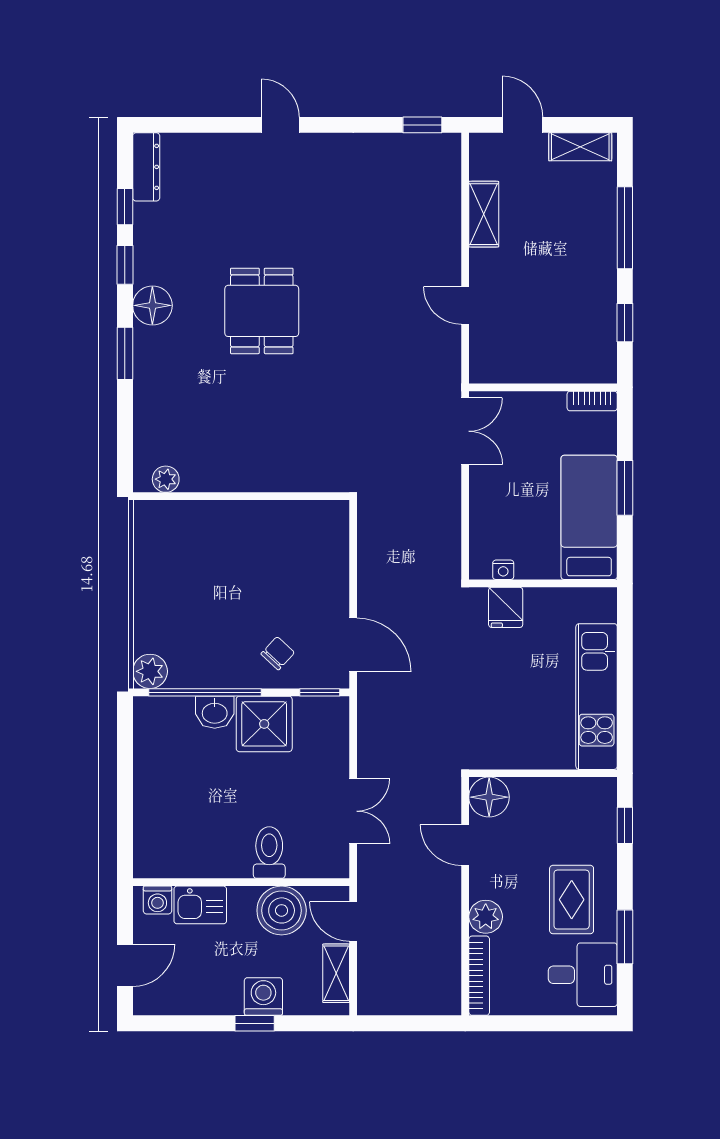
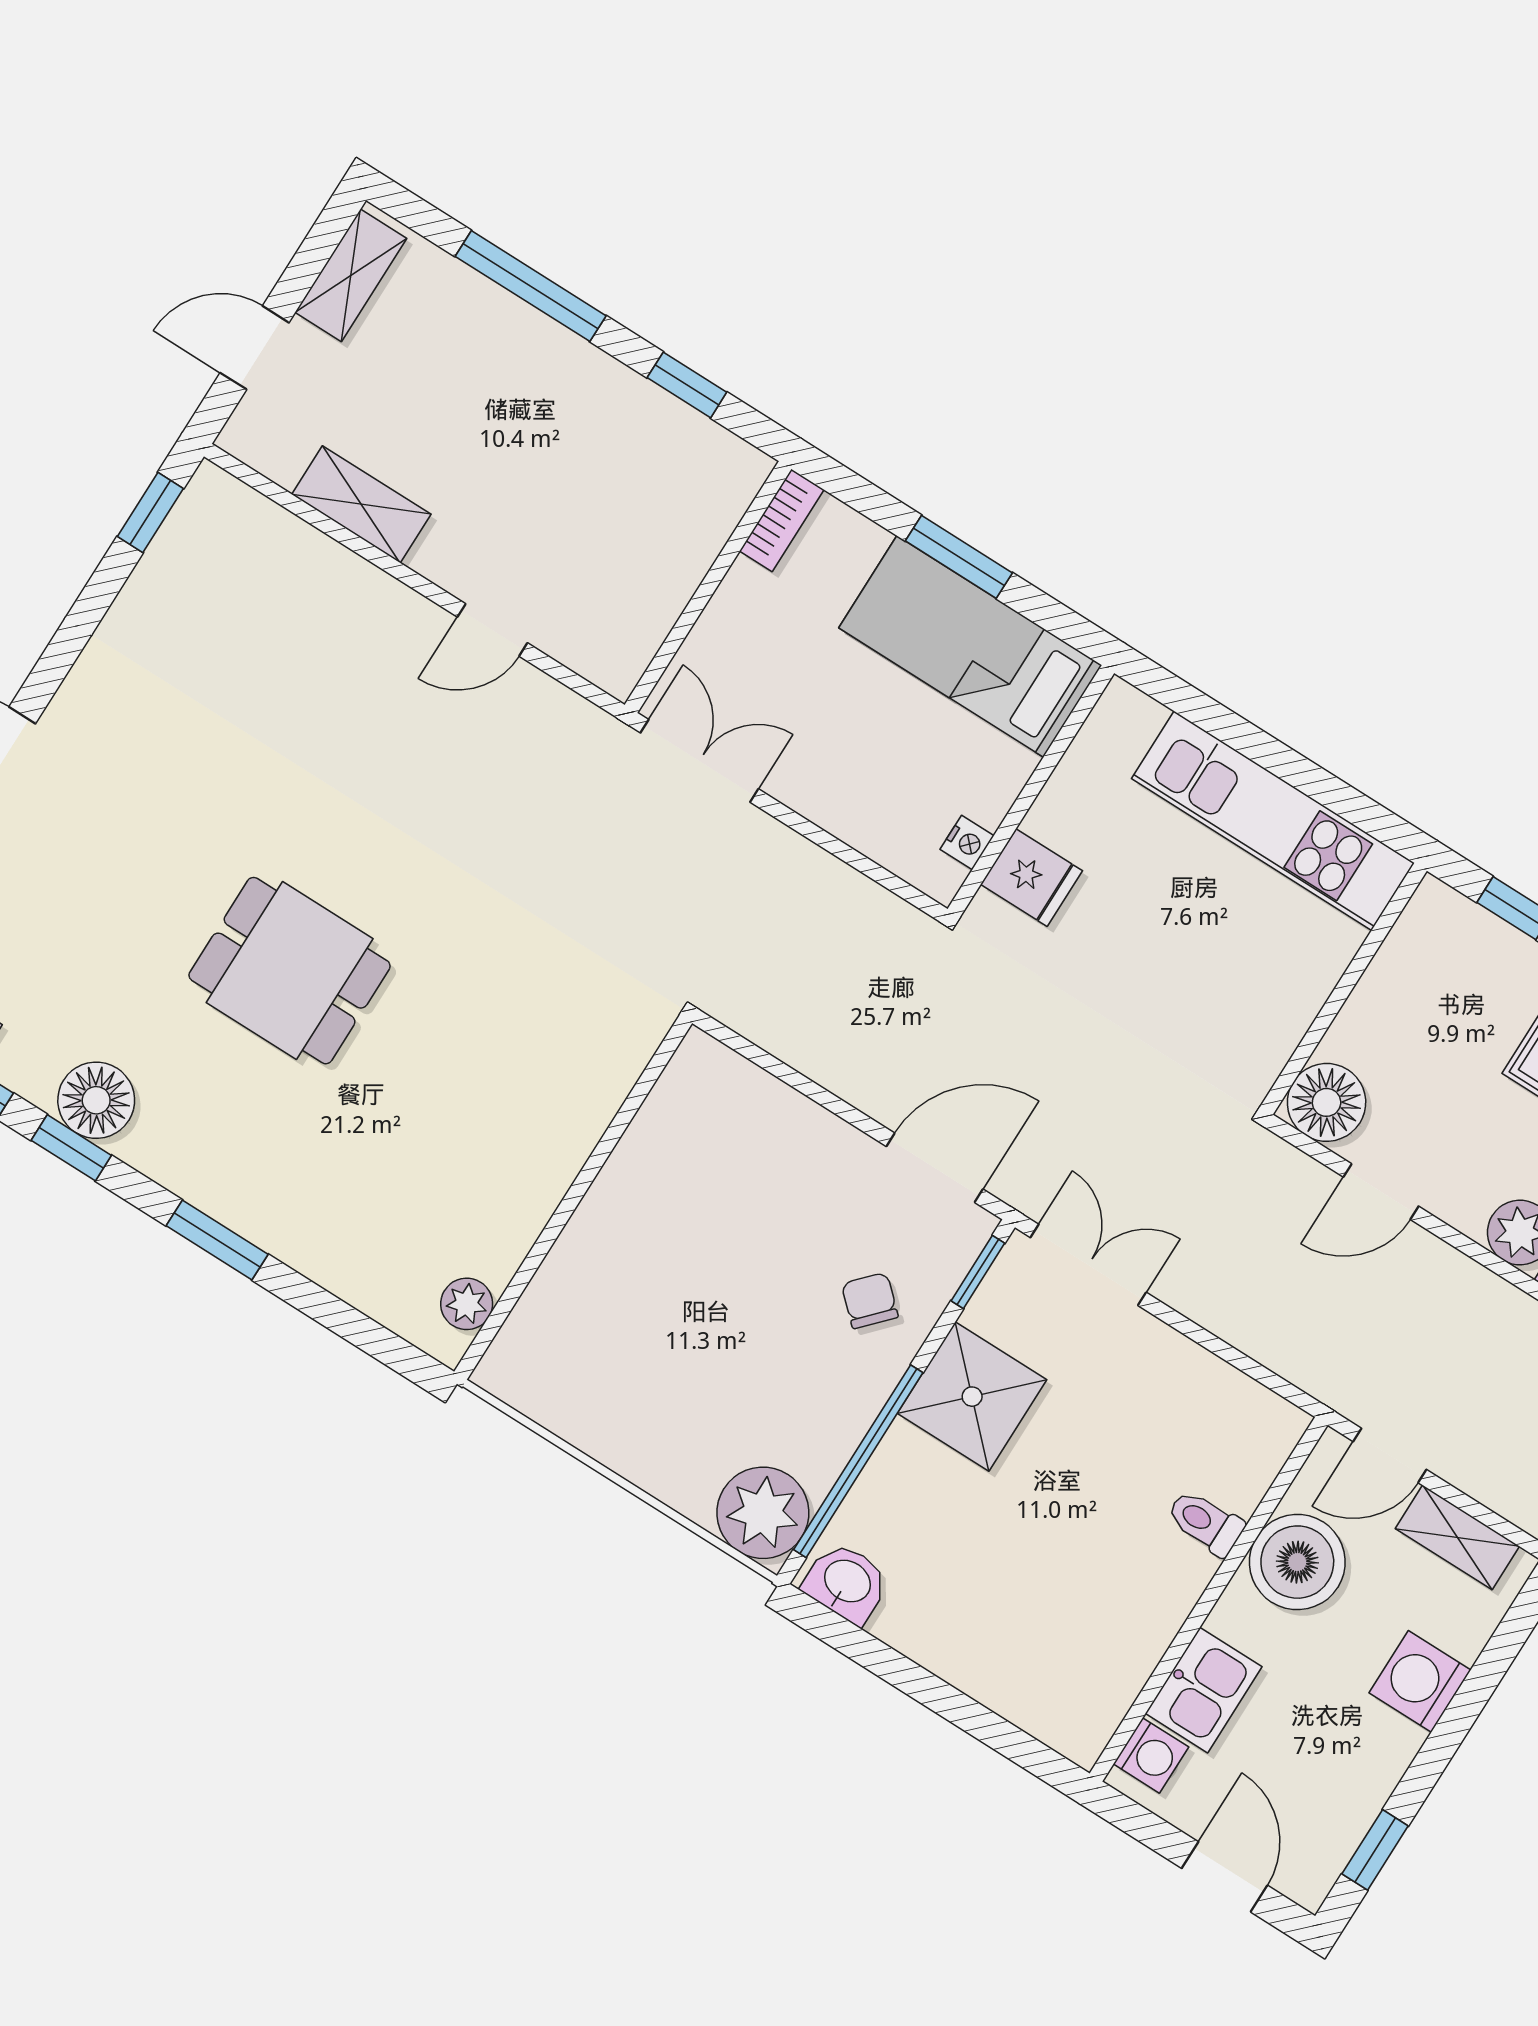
floor lamp: (152, 305) -> (96, 1100), moved
plant: (150, 671) -> (763, 1513), width x1.36, depth x1.36
washbasin: (215, 712) -> (847, 1583), moved, turned -90
double door: (353, 811) -> (1088, 1265), moved
toilet: (269, 853) -> (1205, 1522), width x0.73, depth x0.72
window: (255, 1023) -> (1375, 1850), moved

